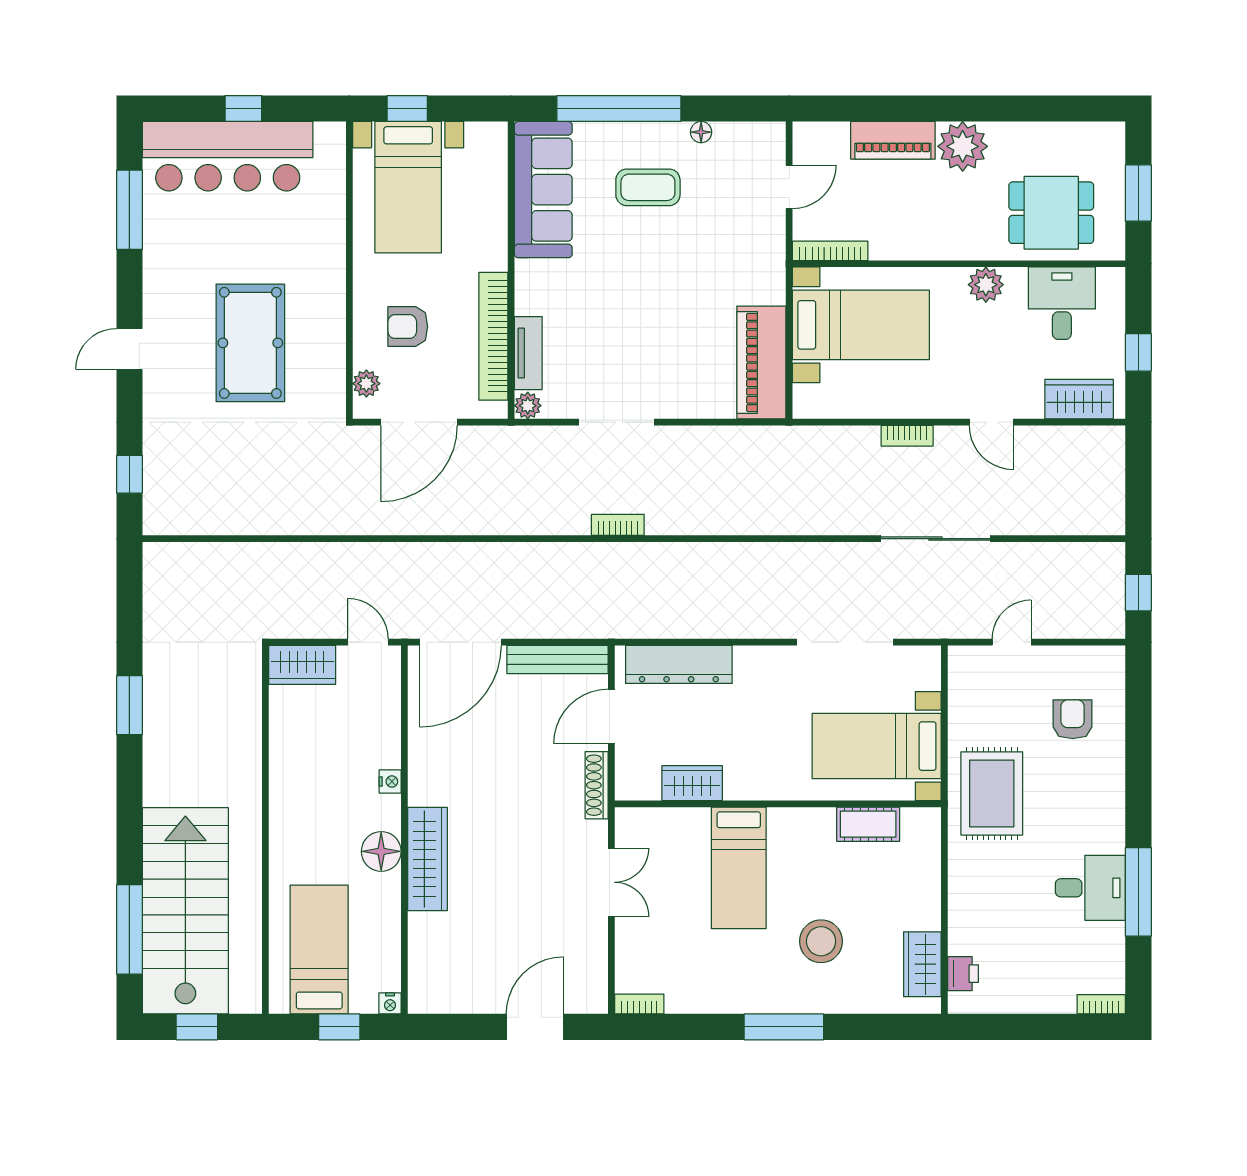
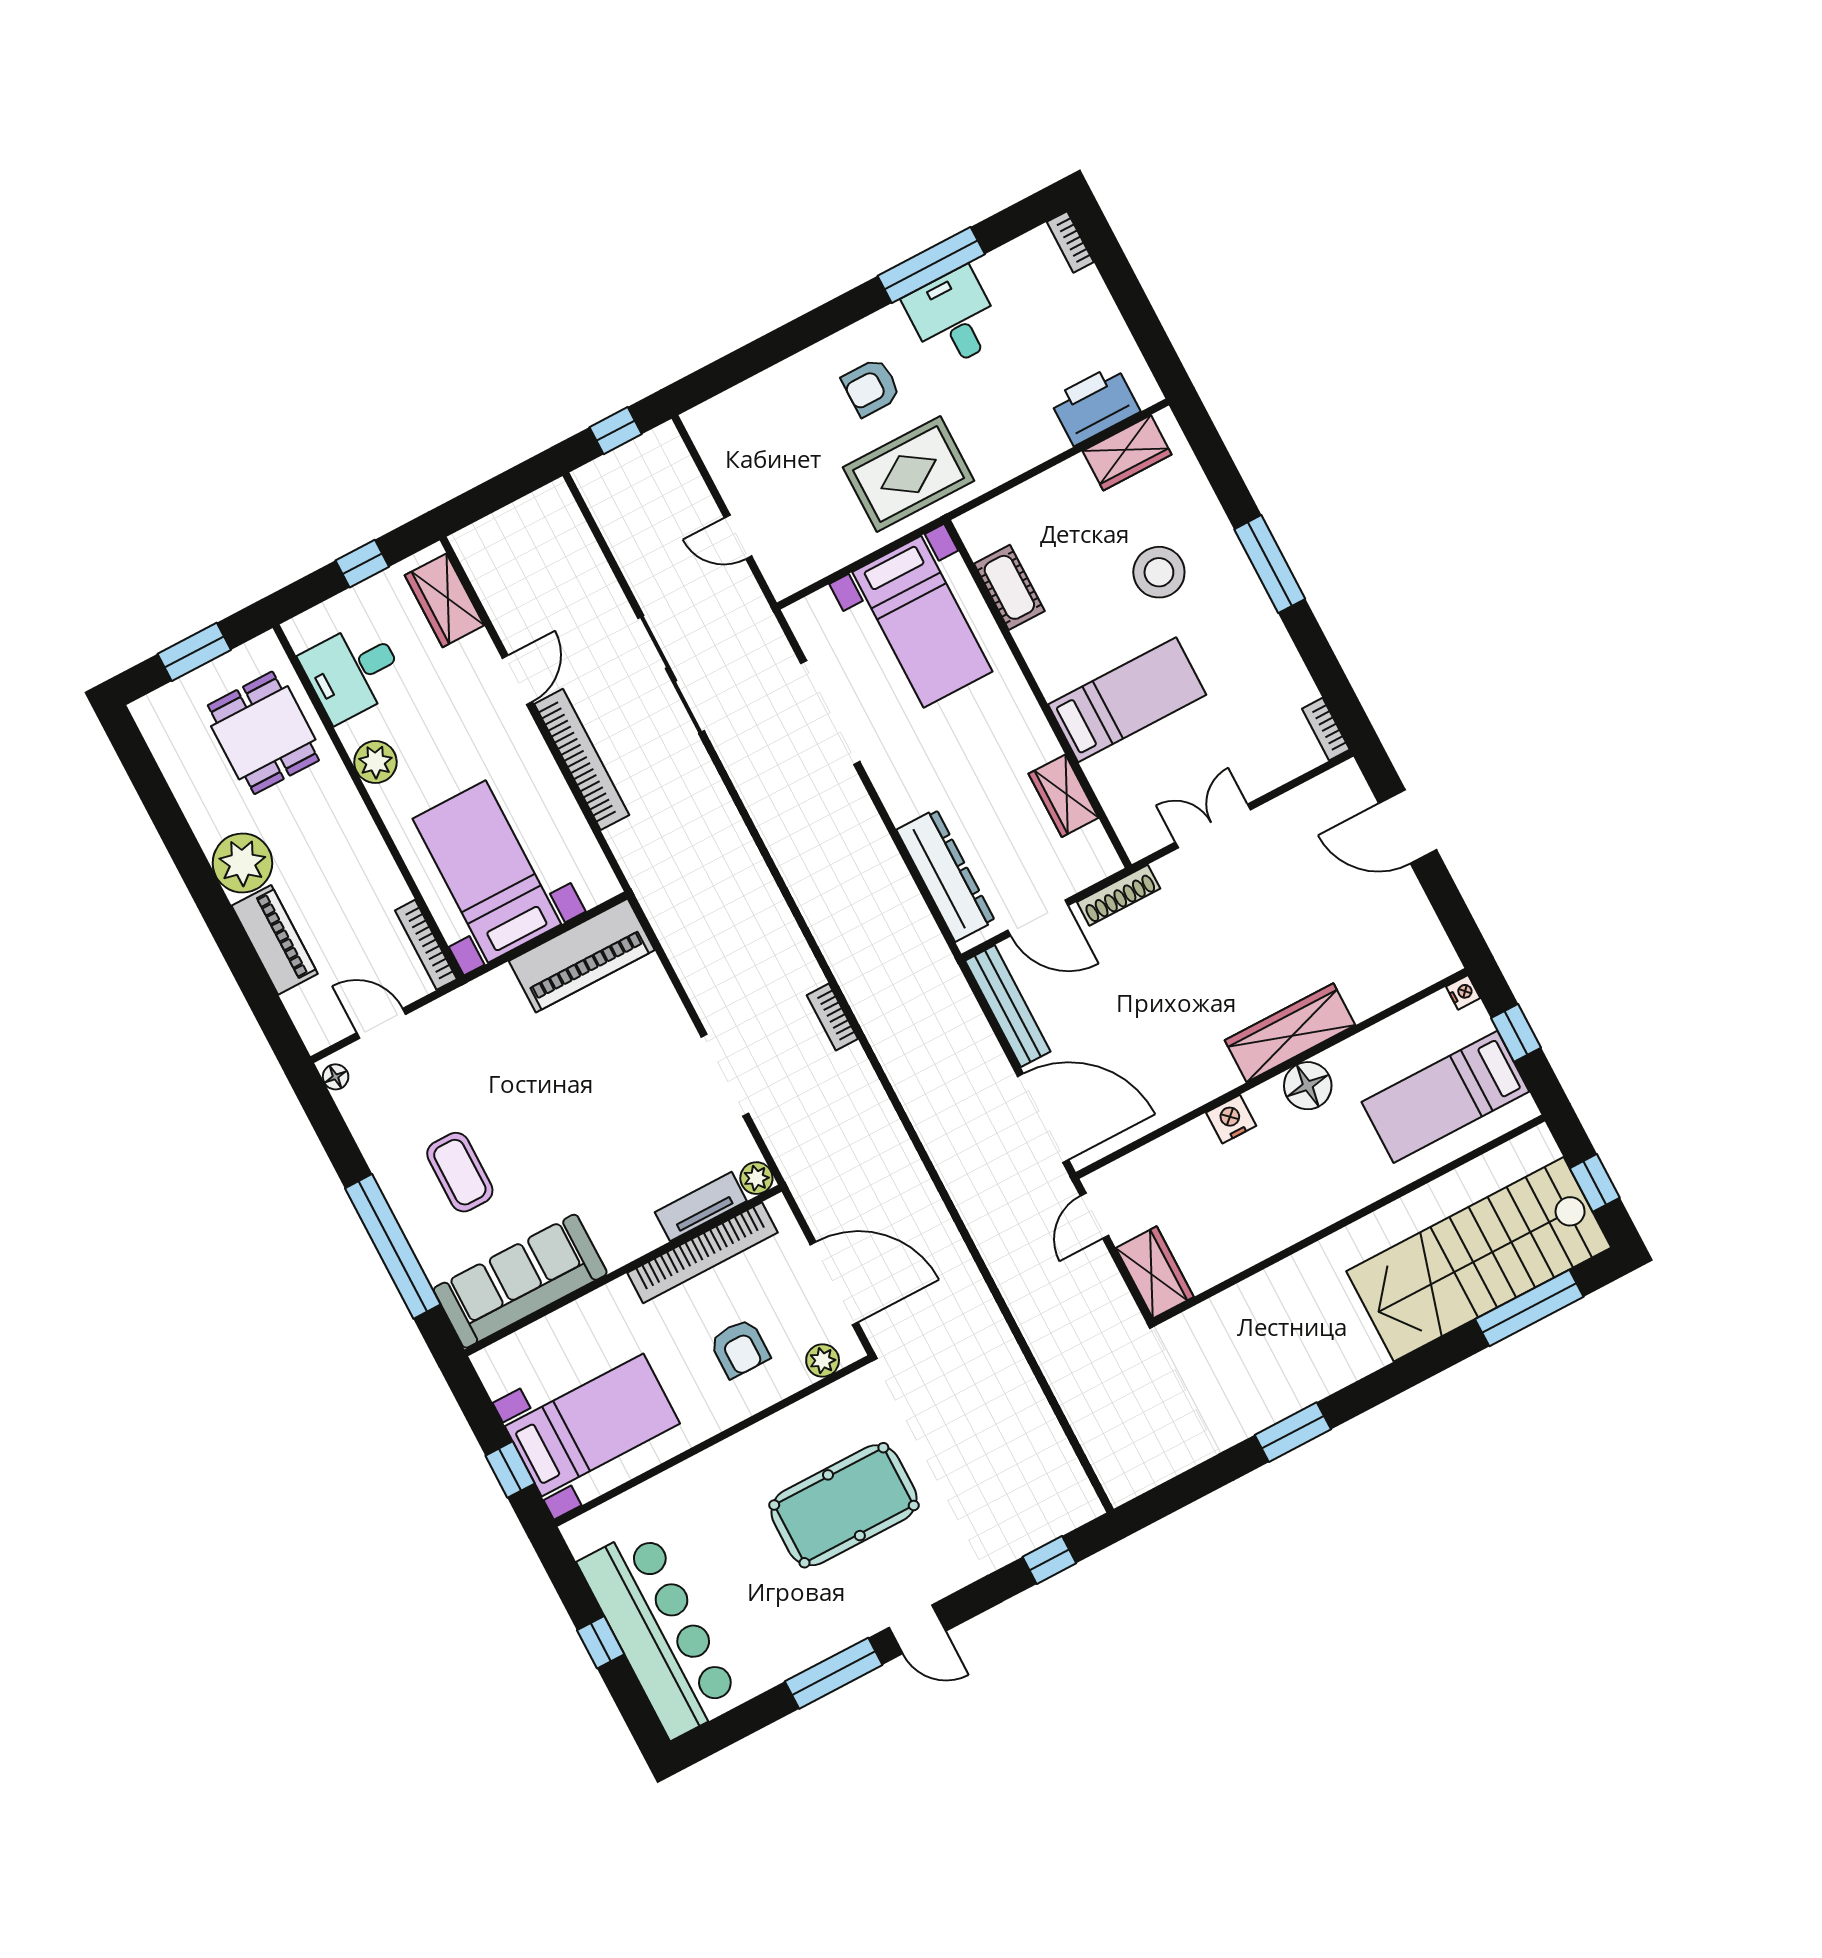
floor lamp: (701, 132) -> (336, 1077), moved
window: (129, 210) -> (834, 1673), moved
bookcase: (907, 436) -> (582, 759), width x2.31, depth x1.31
armchair: (1073, 719) -> (871, 387), moved
nightstand: (390, 781) -> (1231, 1119), width x1.39, depth x1.35
printer: (963, 974) -> (1095, 405), width x1.87, depth x1.48

